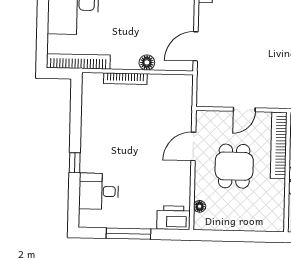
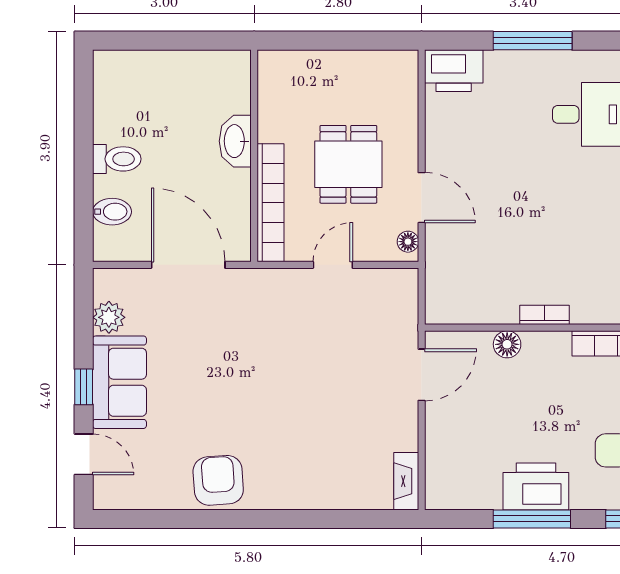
bookcase: (125, 79) -> (544, 315), width x0.64
door: (193, 146) -> (422, 198), hinge flipped
floor lamp: (200, 206) -> (408, 242), moved

